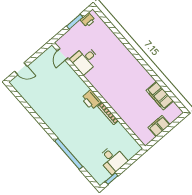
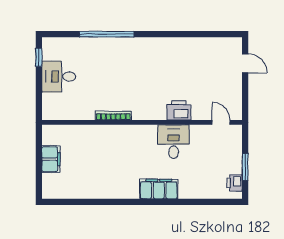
desk: (85, 60) -> (174, 142), moved
door: (21, 69) -> (245, 63), swing flipped
filing cabinet: (160, 96) -> (159, 189), moved
printer: (91, 100) -> (179, 110), moved

